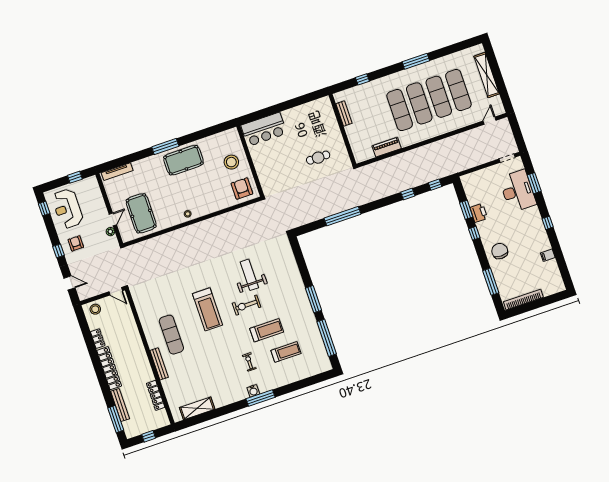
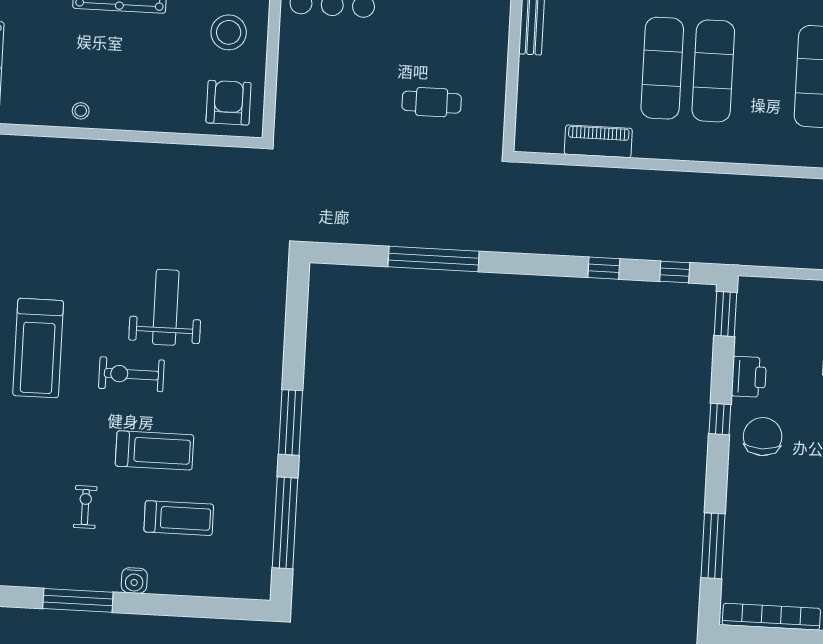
exercise mat: (439, 97) -> (764, 74), removed
window: (466, 210) -> (726, 314), moved
chair: (500, 251) -> (763, 437), moved
water cooler: (253, 391) -> (134, 580), moved

